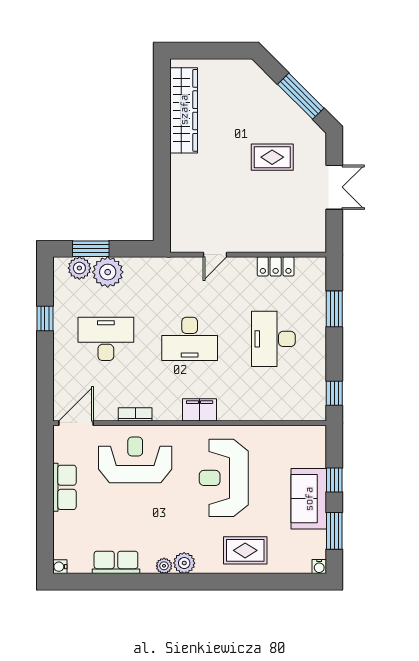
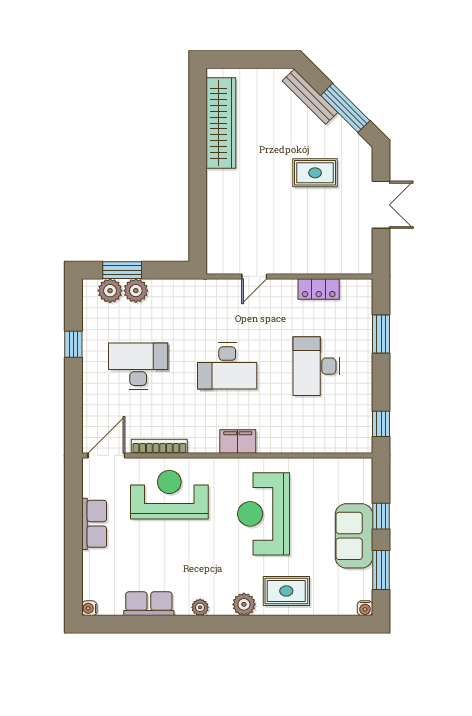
bench: (267, 86) -> (310, 97), added
plant: (108, 272) -> (136, 291), width x0.73, depth x0.73
bookcase: (135, 414) -> (159, 446), width x1.56
plant: (184, 563) -> (244, 604), moved

